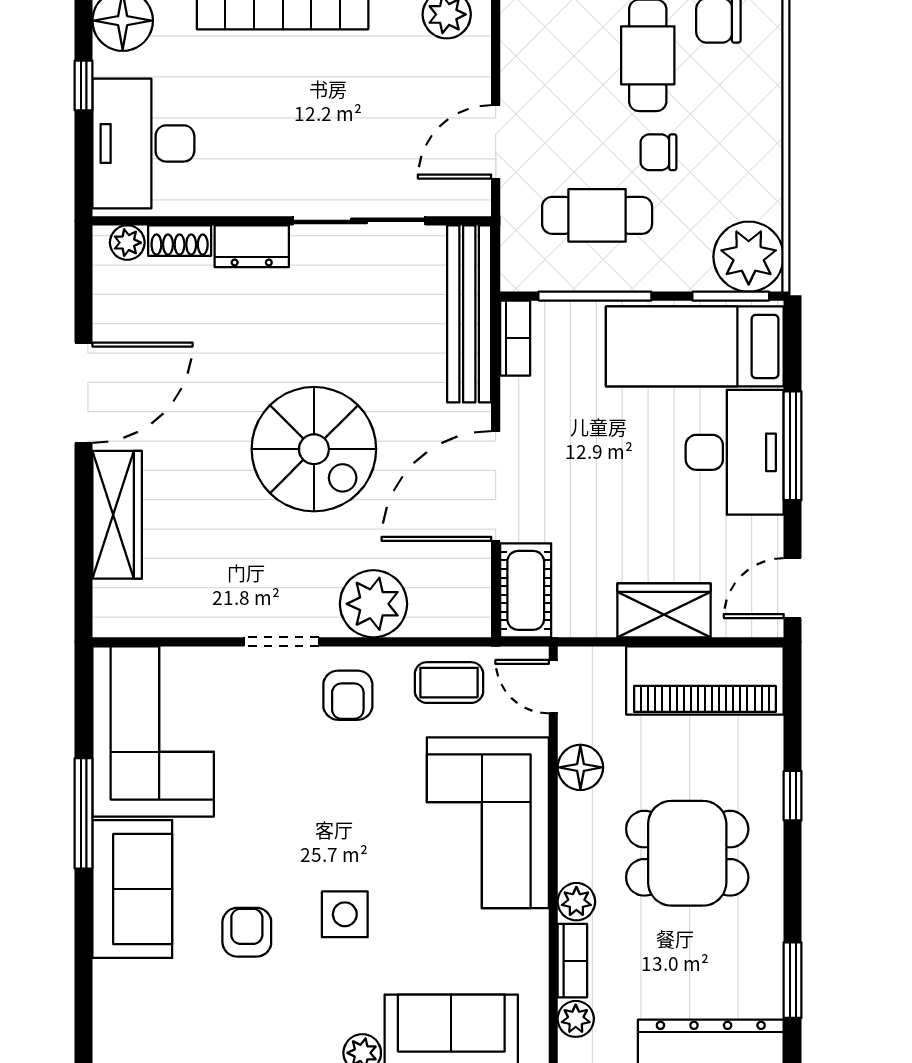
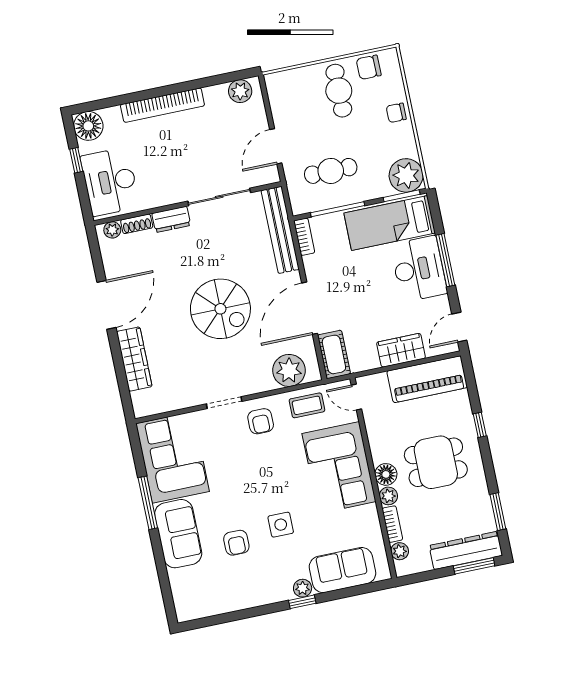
chair: (658, 152) -> (396, 113), moved
plant: (373, 604) -> (289, 370), moved
floor lamp: (580, 767) -> (386, 474), moved
armchair: (247, 932) -> (236, 543), turned 180

